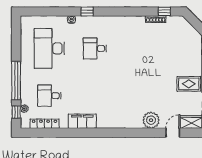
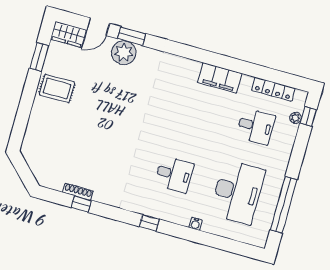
window: (87, 11) -> (149, 223), moved
window: (164, 11) -> (81, 204), moved
window: (16, 81) -> (284, 205), moved
window: (149, 133) -> (131, 36), added

